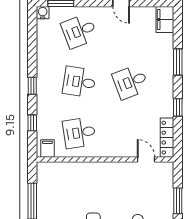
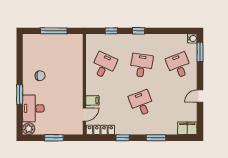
desk: (79, 133) -> (104, 65), turned 33
filing cabinet: (47, 148) -> (92, 100), moved

